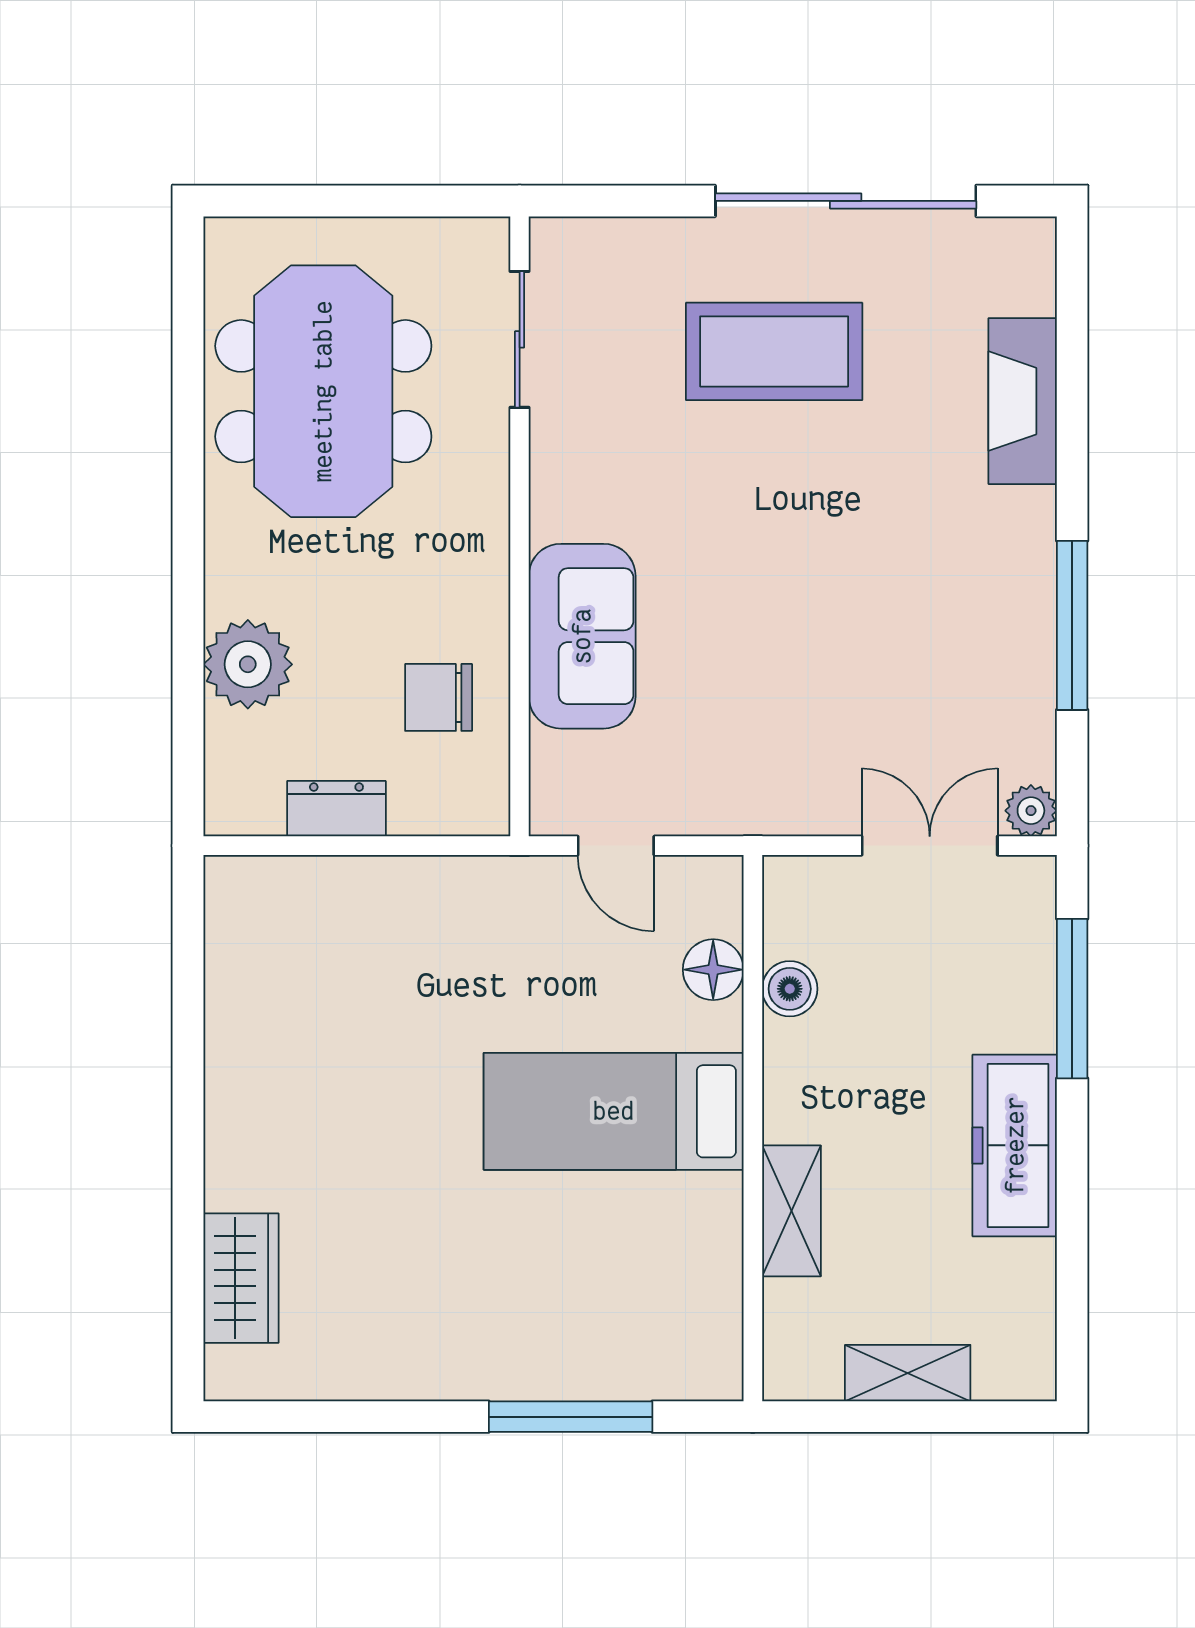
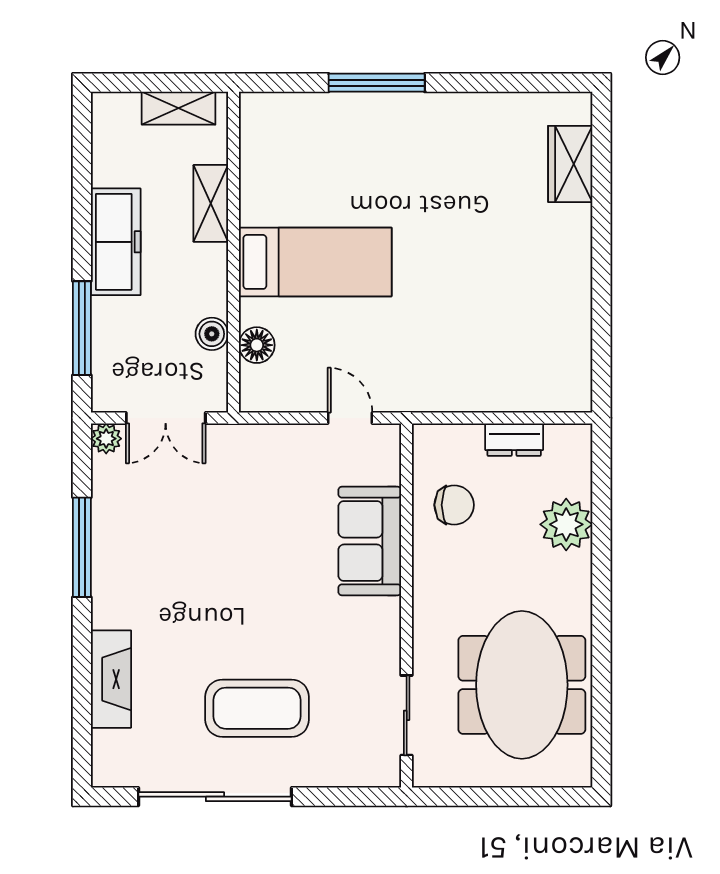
floor lamp: (713, 970) -> (257, 345), moved
boiler: (790, 989) -> (212, 334), moved
bed: (614, 1111) -> (315, 262), moved
wall: (753, 1128) -> (233, 252), moved
shelving: (792, 1211) -> (211, 203), moved

